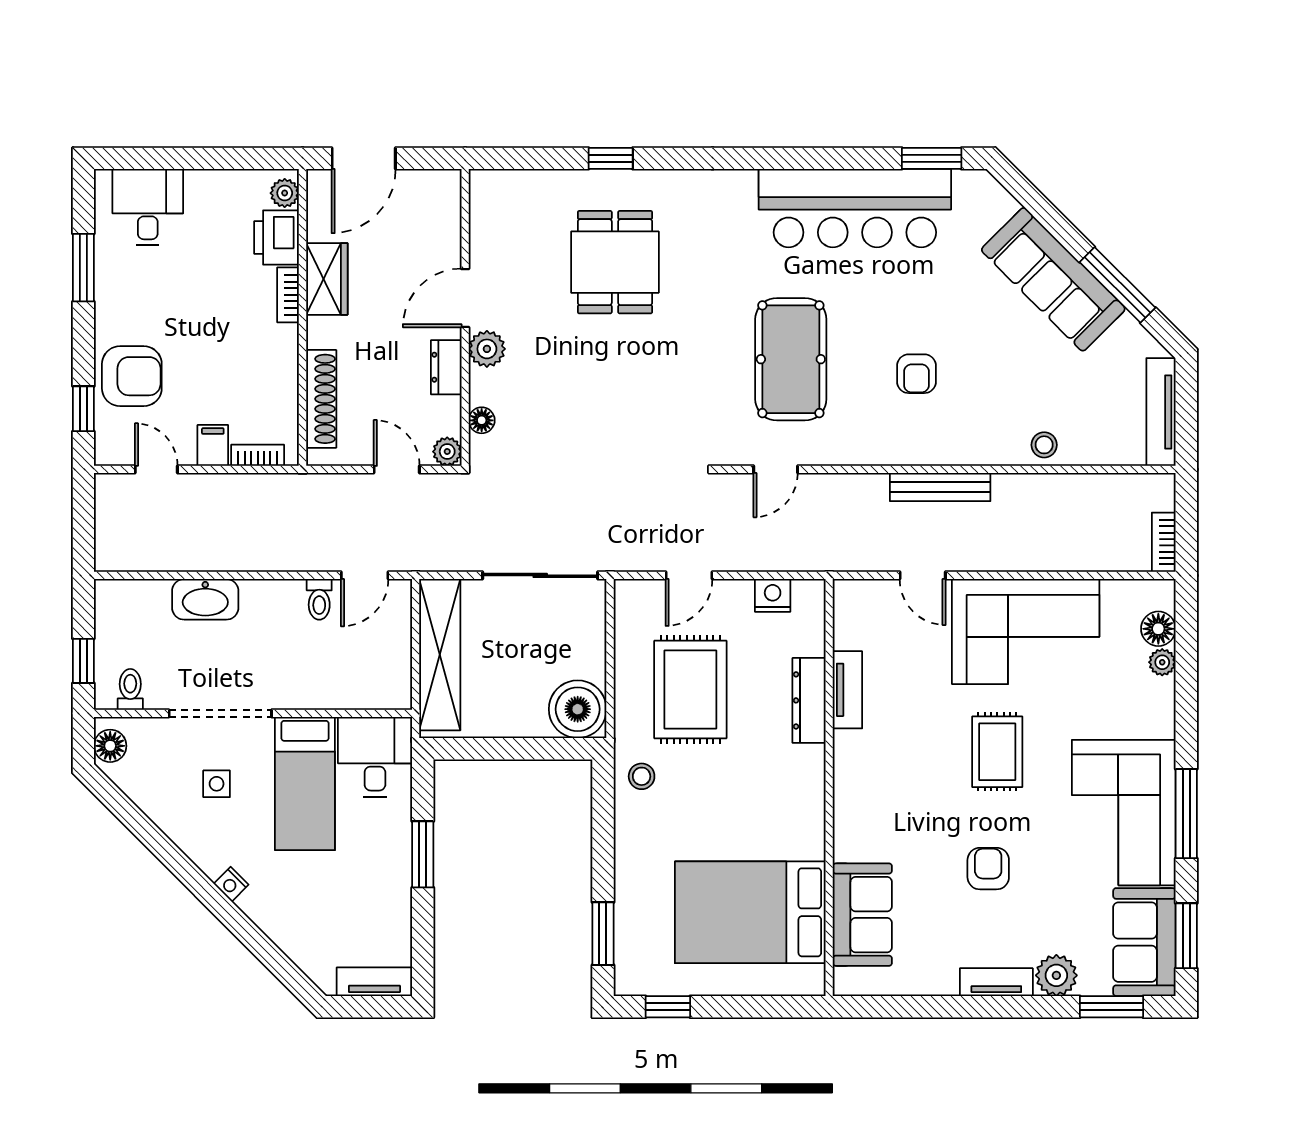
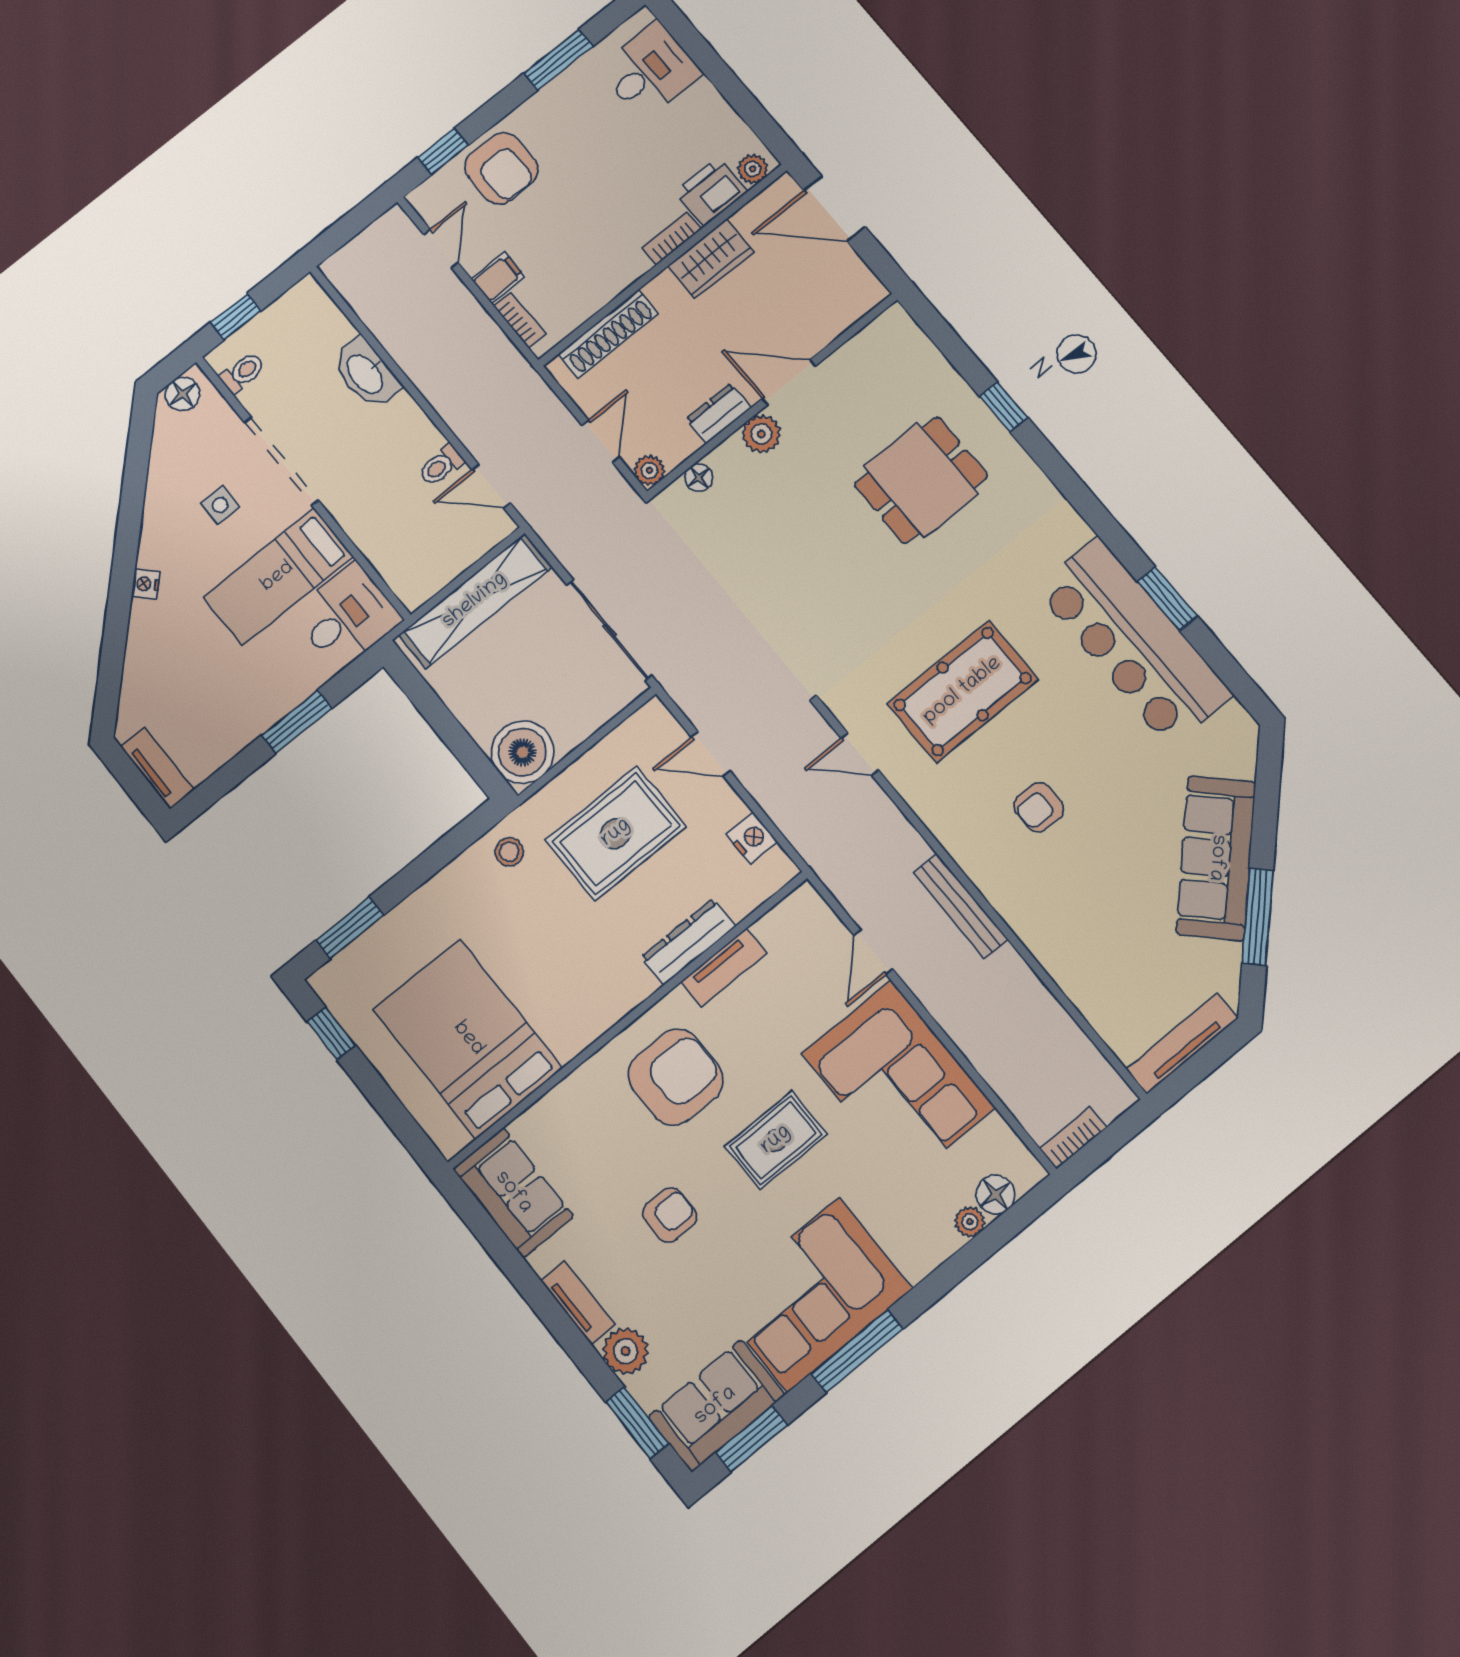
window: (932, 158) -> (1167, 599), moved
stool: (1044, 445) -> (1070, 966), removed
armchair: (896, 787) -> (676, 1077), added
sofa: (862, 915) -> (513, 1193), moved, turned -90

